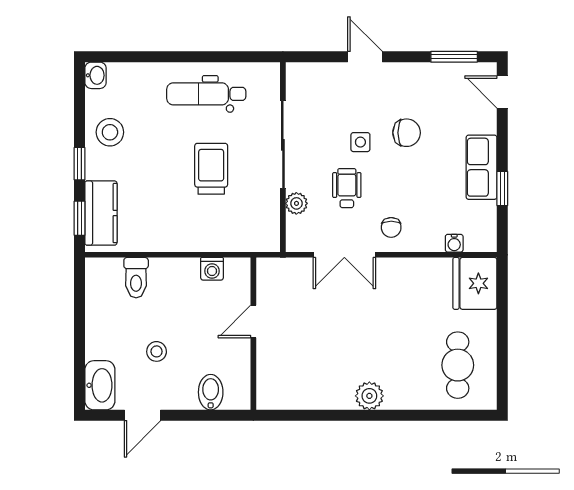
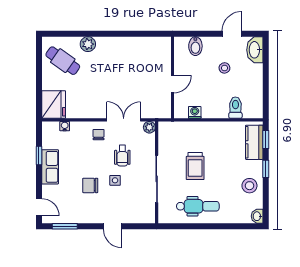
plant: (296, 203) -> (149, 127), moved
cafe table: (458, 365) -> (63, 61), turned -55
plant: (369, 396) -> (88, 44), moved

